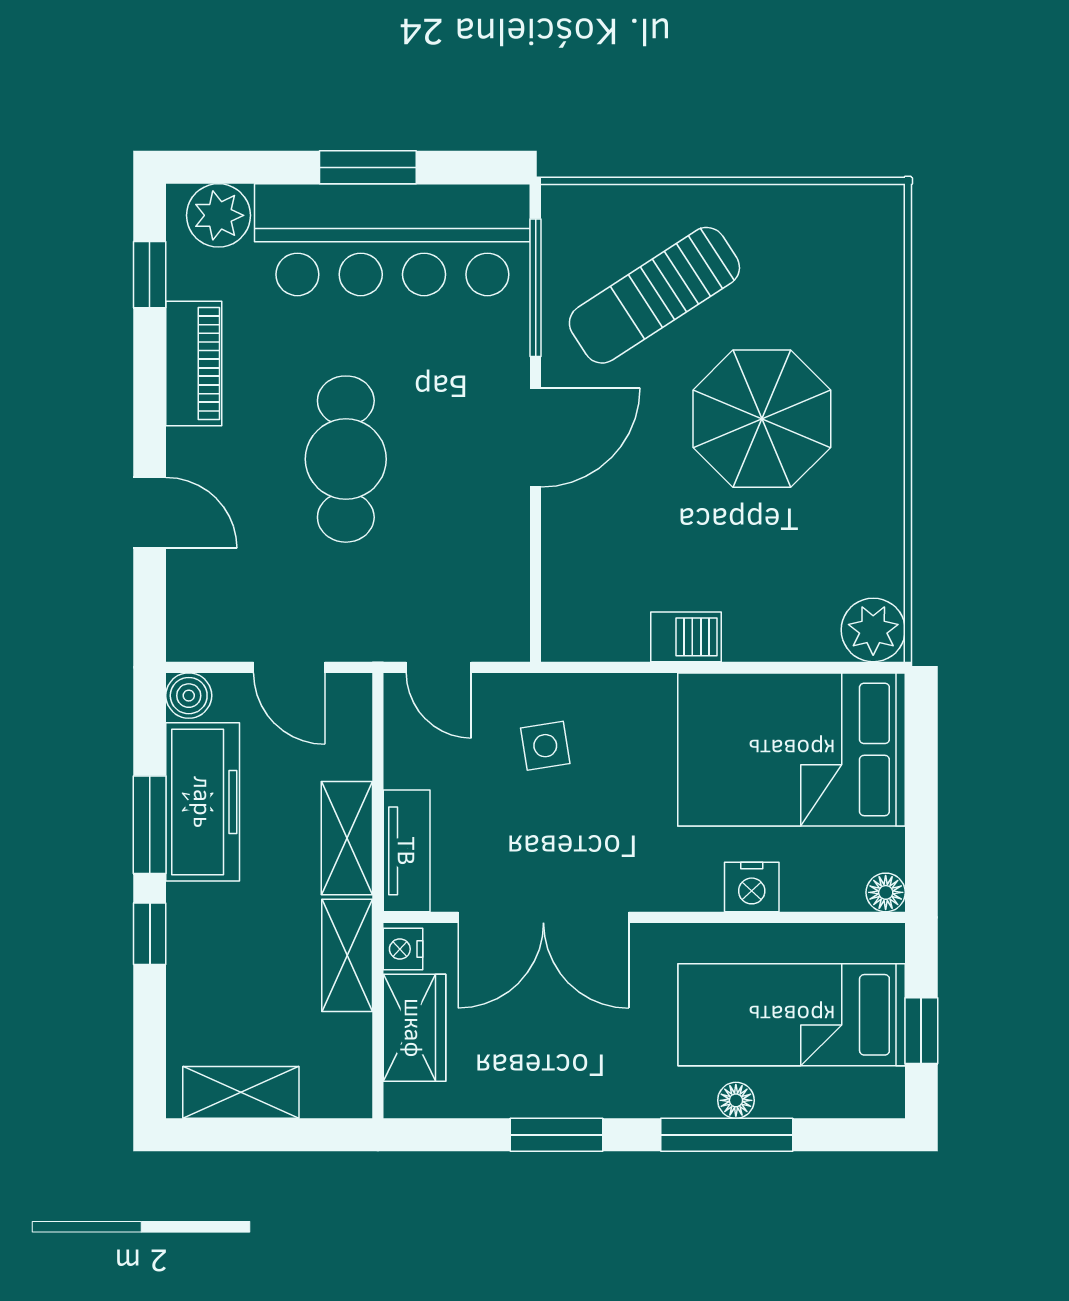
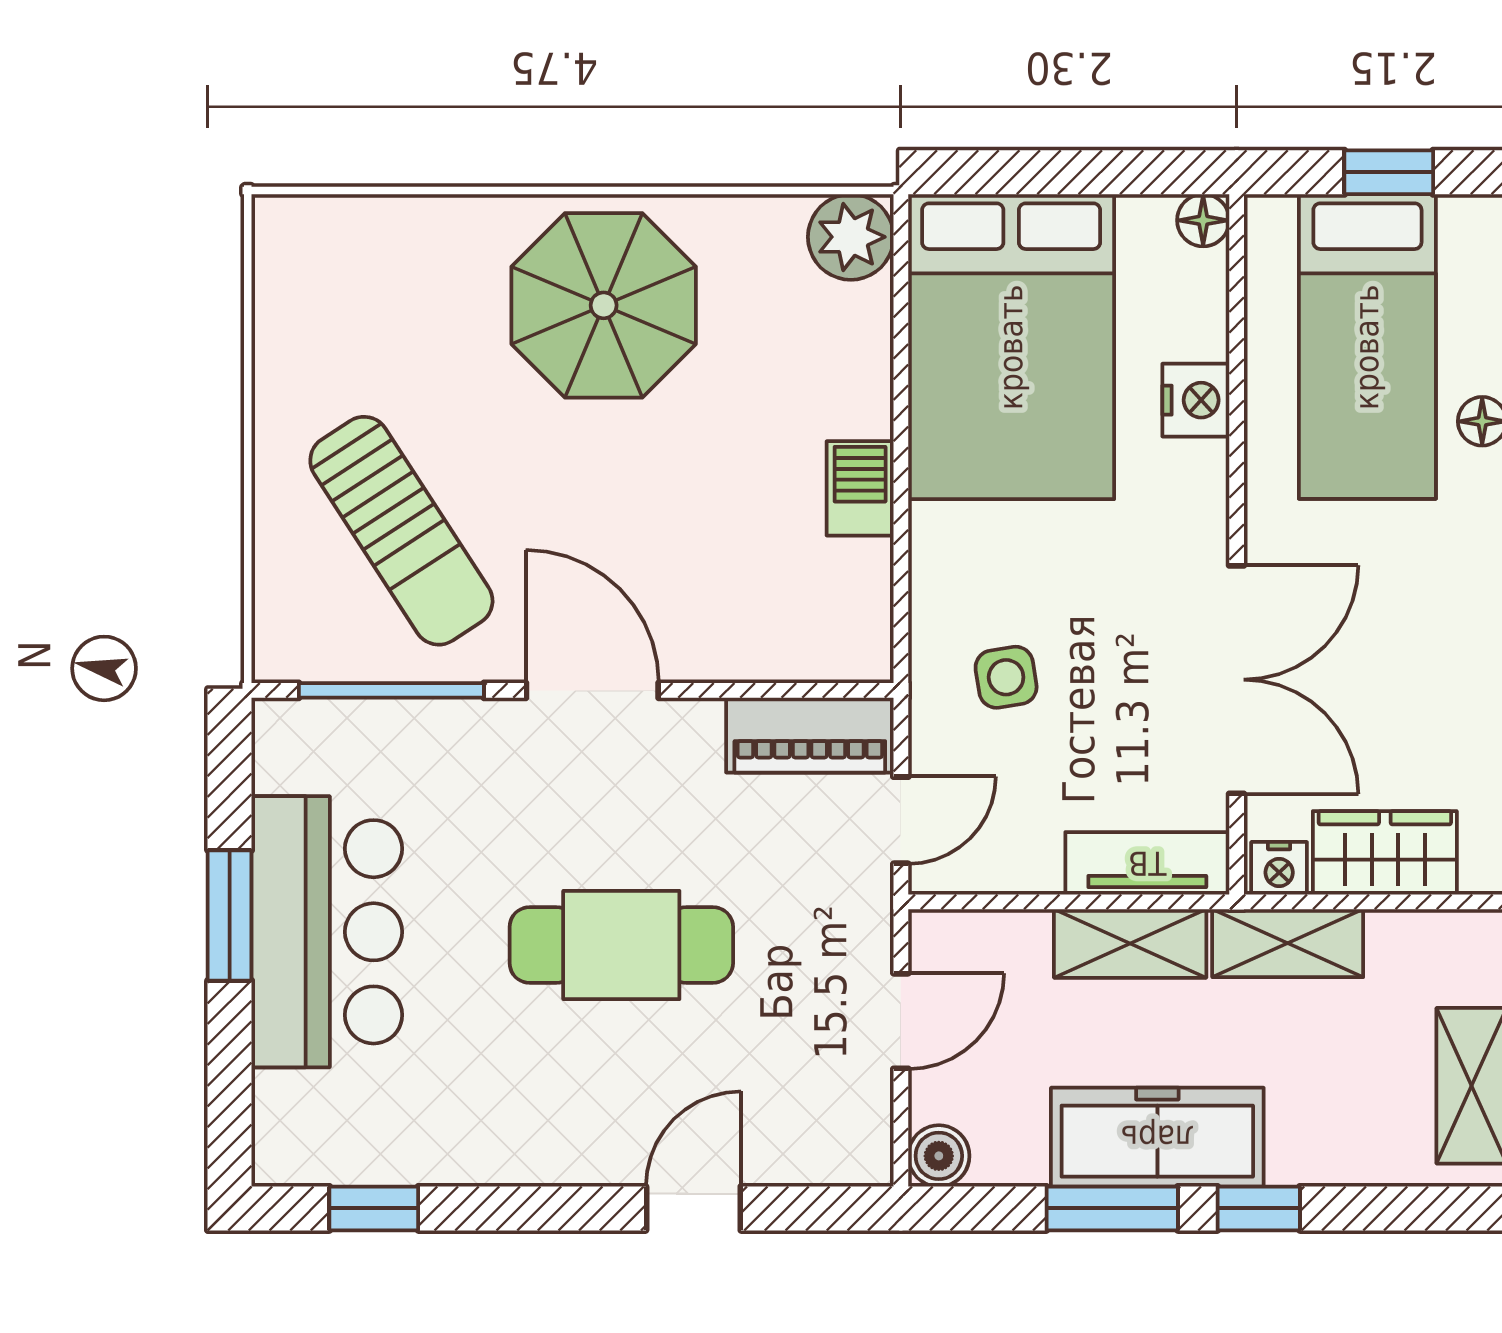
plant: (218, 215) -> (294, 1116), removed
bar counter: (392, 240) -> (327, 932), width x0.73
piano: (194, 363) -> (810, 735), moved, turned 180
parasol: (762, 419) -> (604, 305), moved
freezer: (203, 802) -> (1157, 1137), moved

